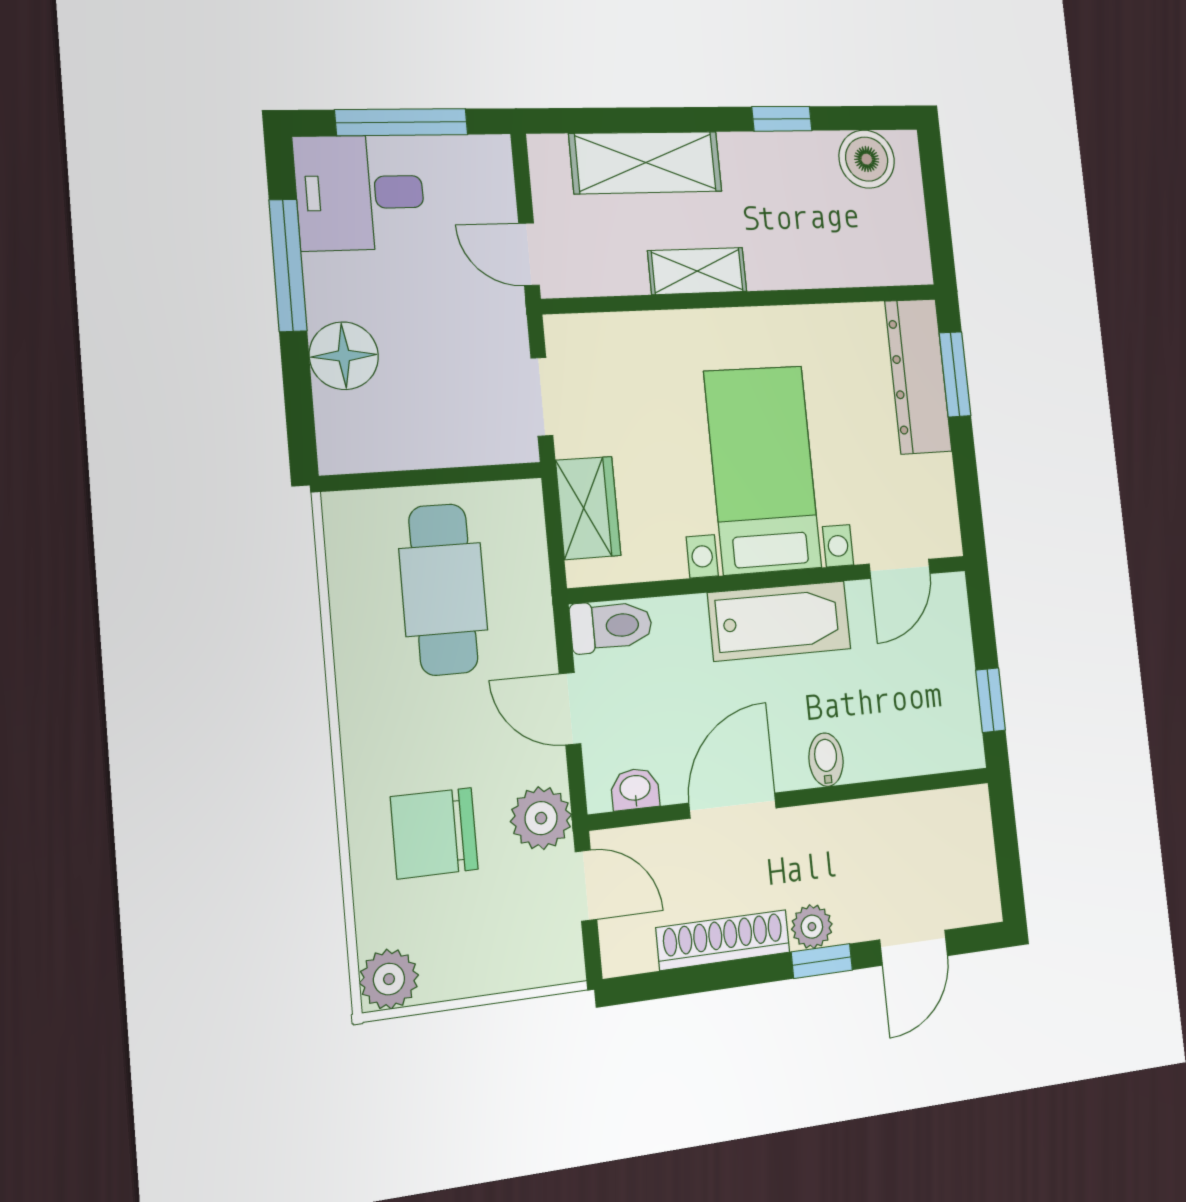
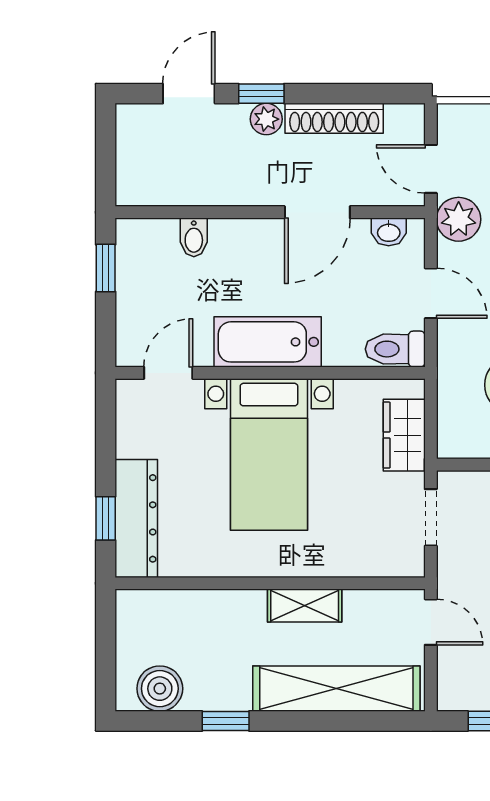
shelving: (646, 163) -> (336, 689), width x1.47
window: (955, 374) -> (106, 518), width x0.67
bidet: (826, 760) -> (194, 237), moved

